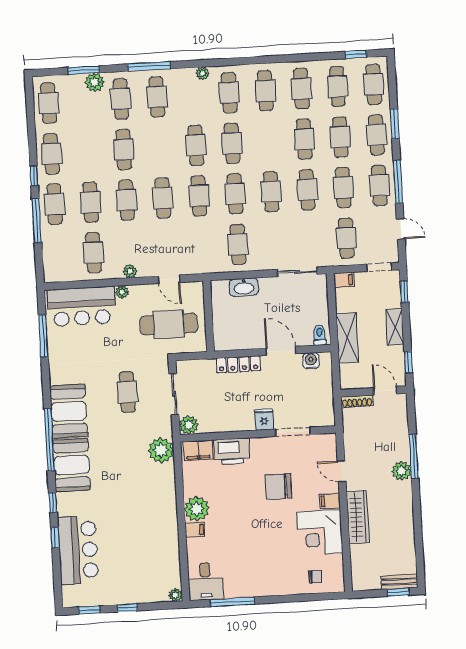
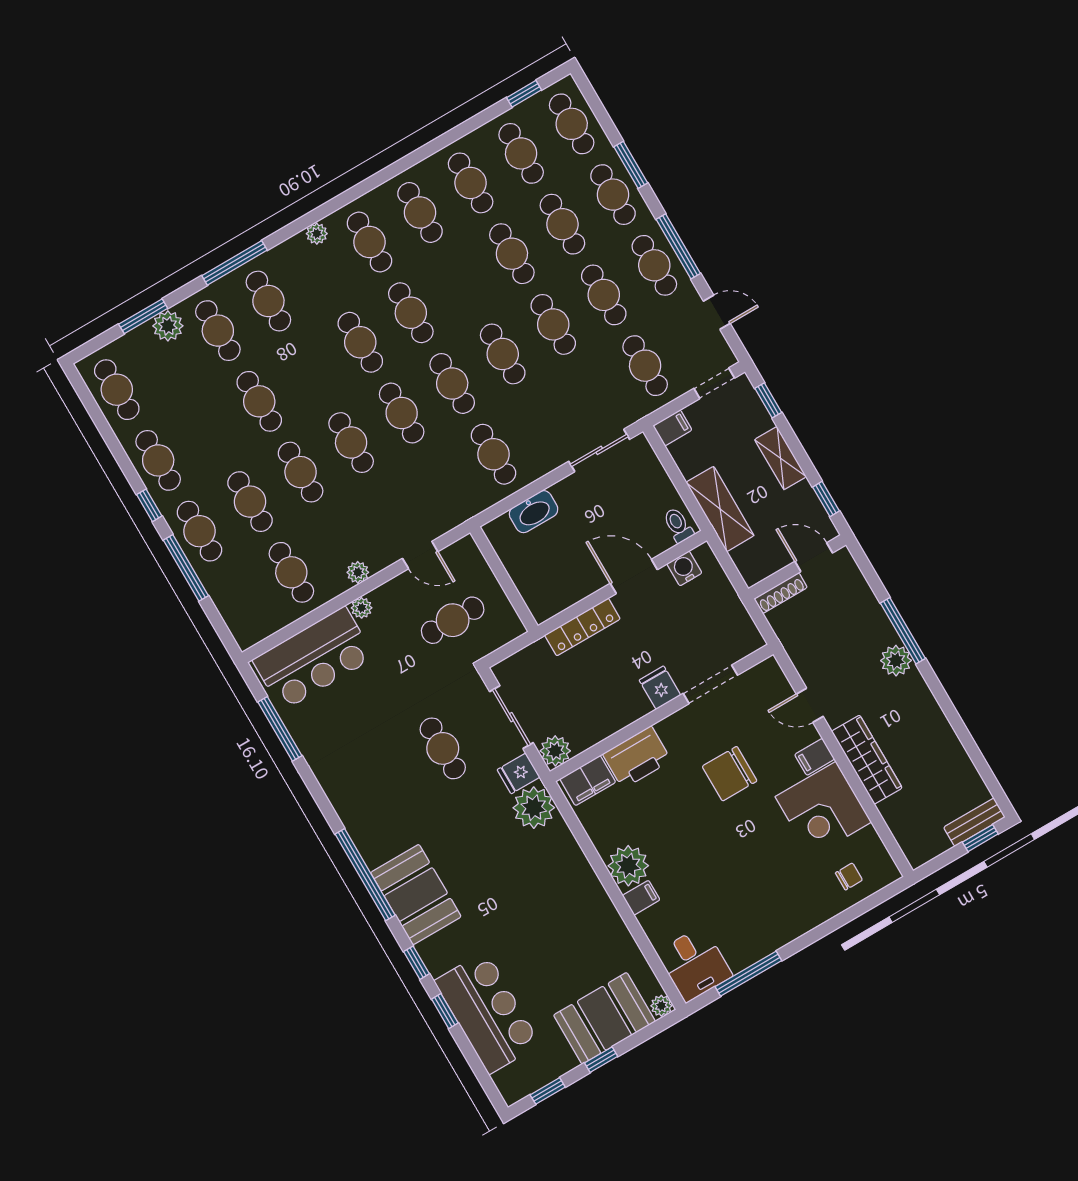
cafe table: (169, 324) -> (453, 620), width x0.73, depth x0.74
booth: (69, 411) -> (604, 1018), moved, turned 90
fridge: (162, 427) -> (519, 773), added

